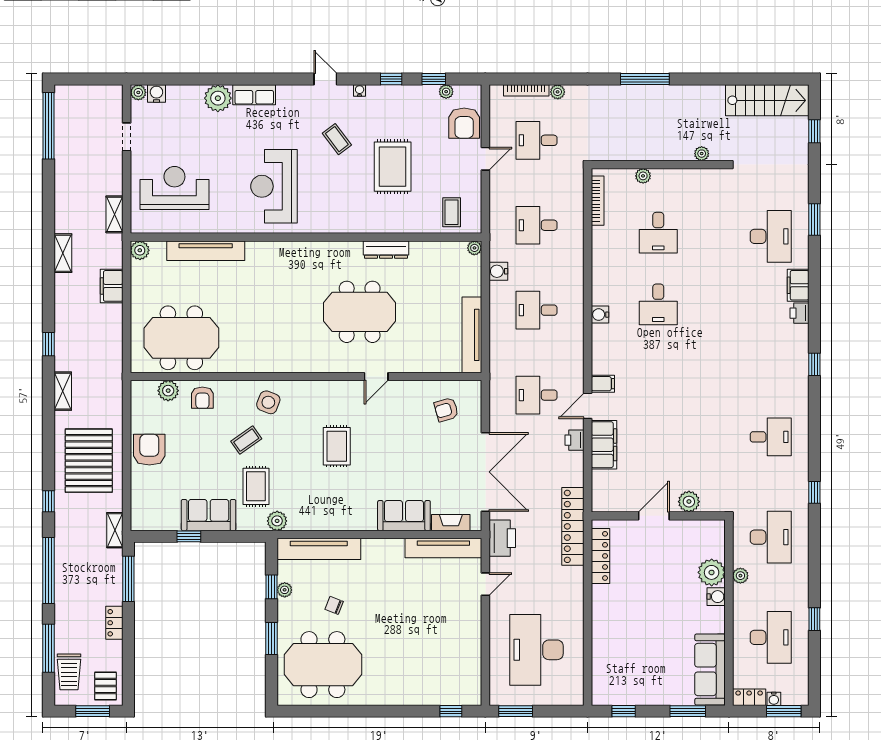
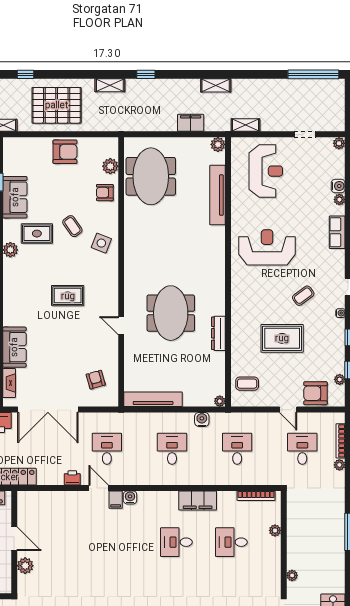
water cooler: (156, 94) -> (338, 186), moved
plant: (218, 98) -> (339, 200), width x0.53, depth x0.53
water cooler: (600, 315) -> (130, 497), moved
filing cabinet: (604, 445) -> (198, 501), moved

